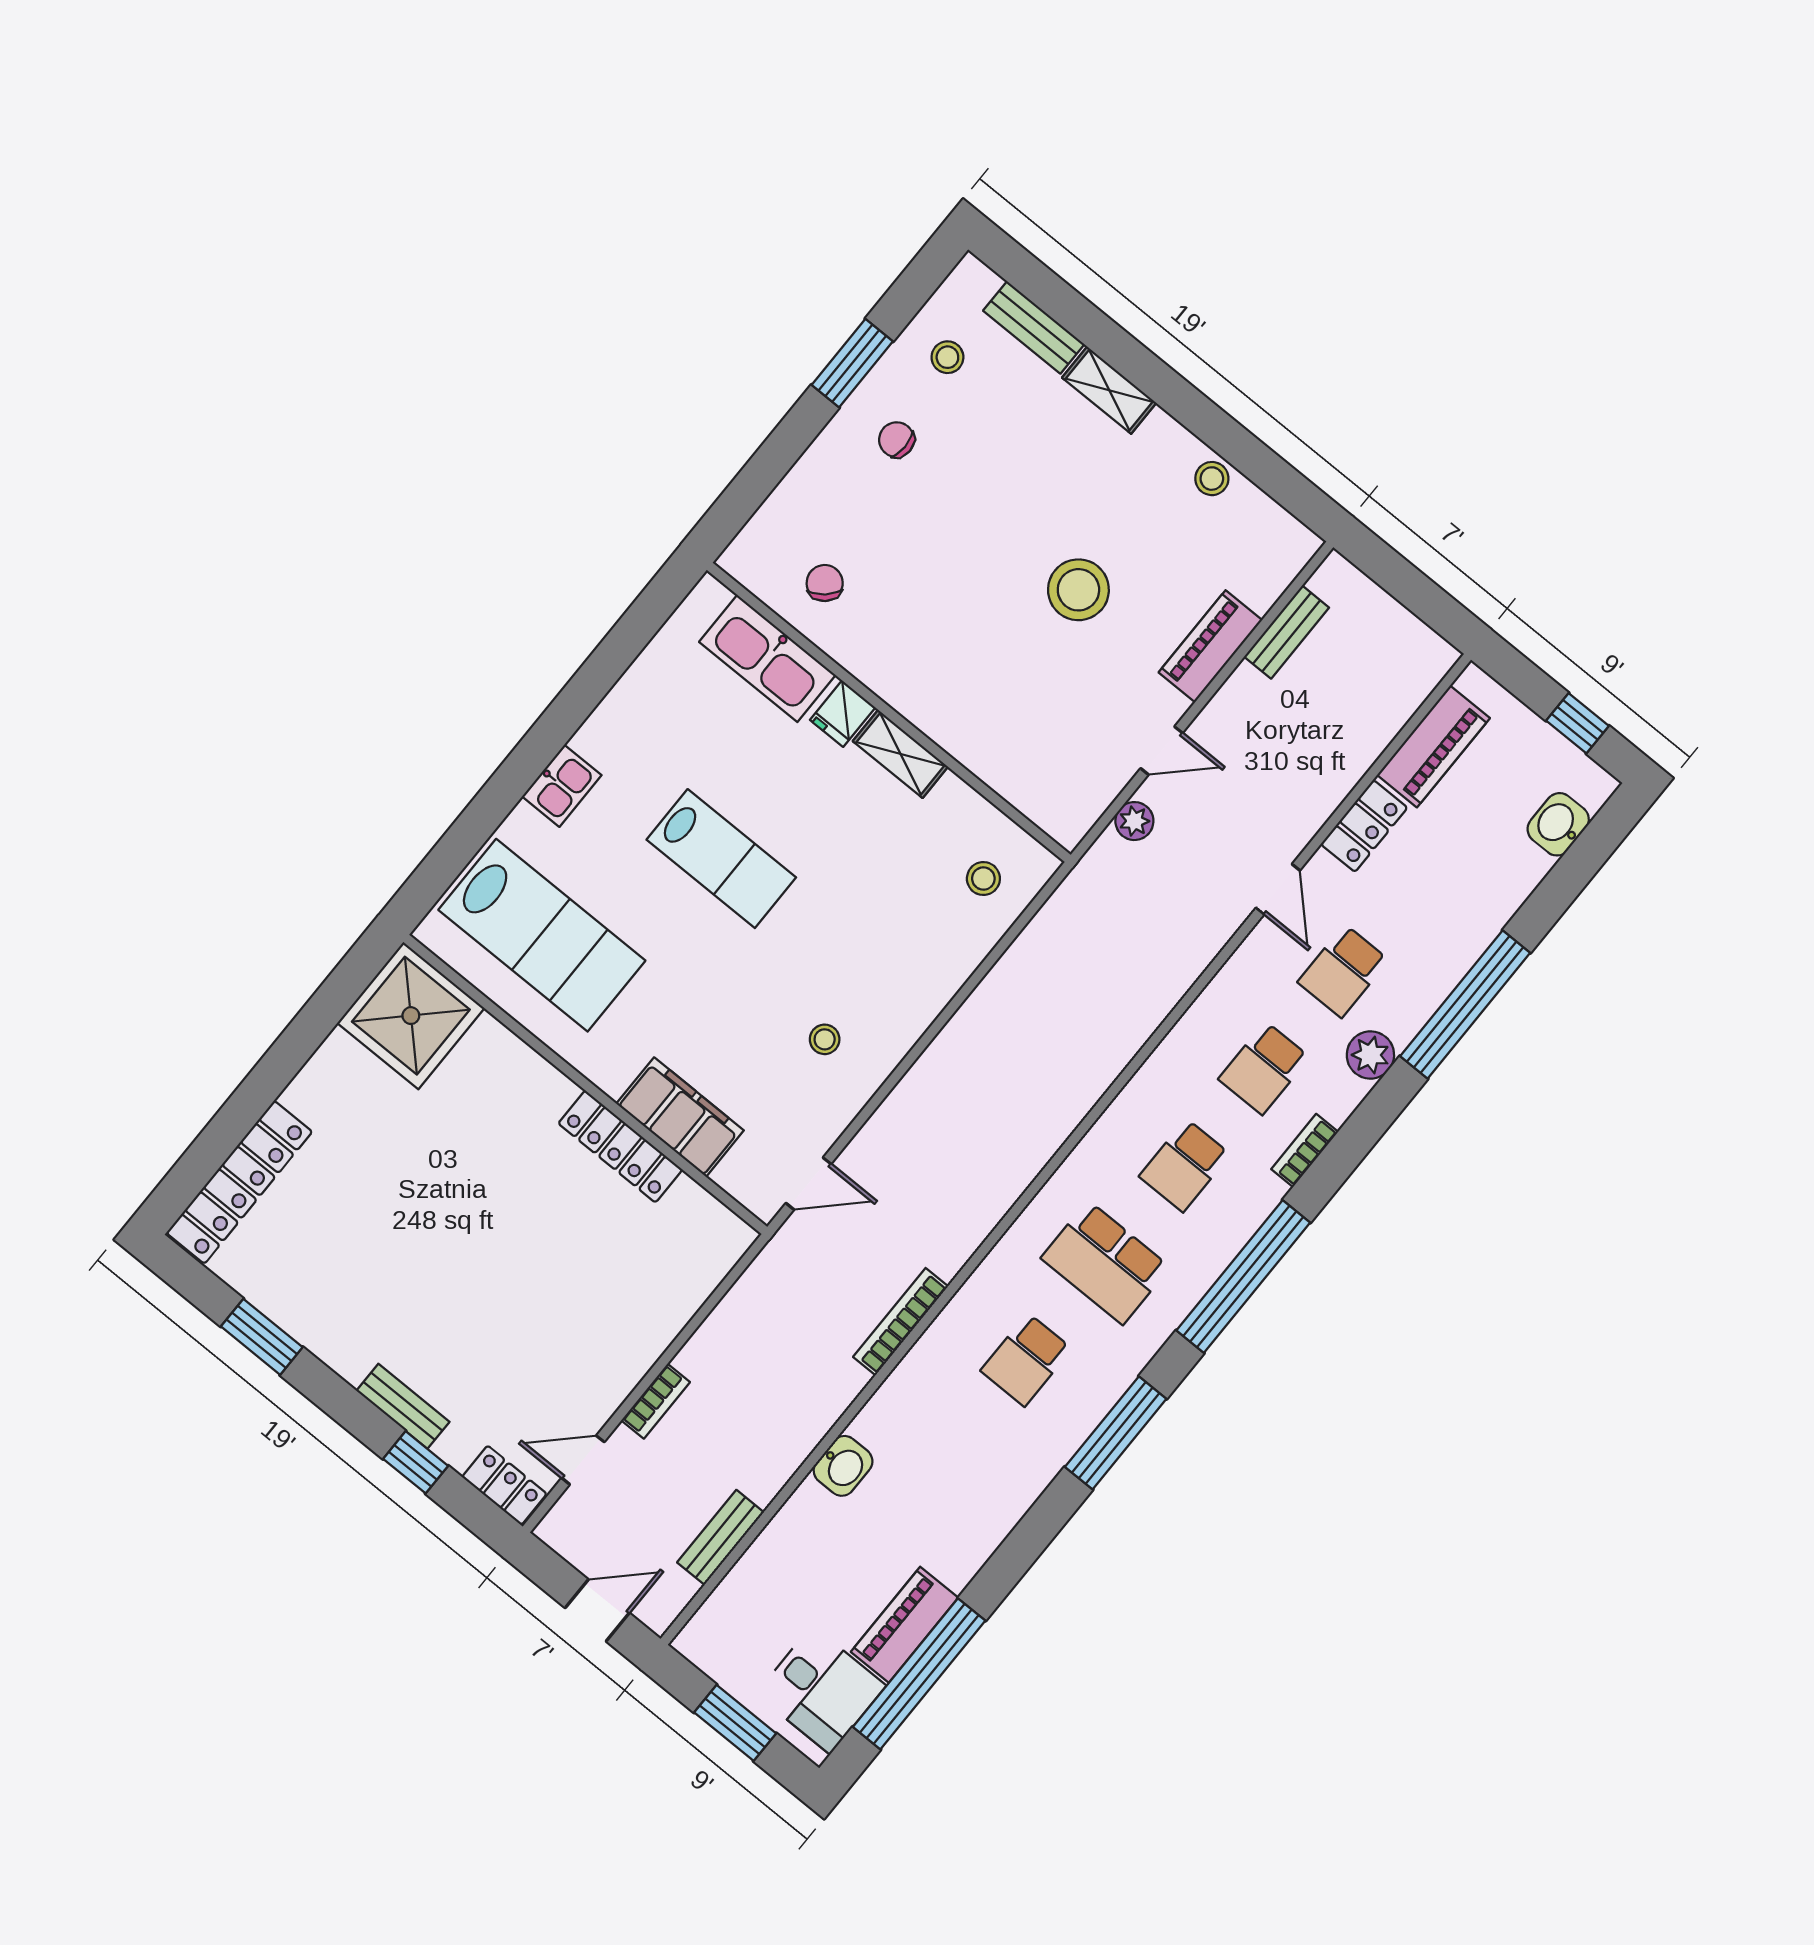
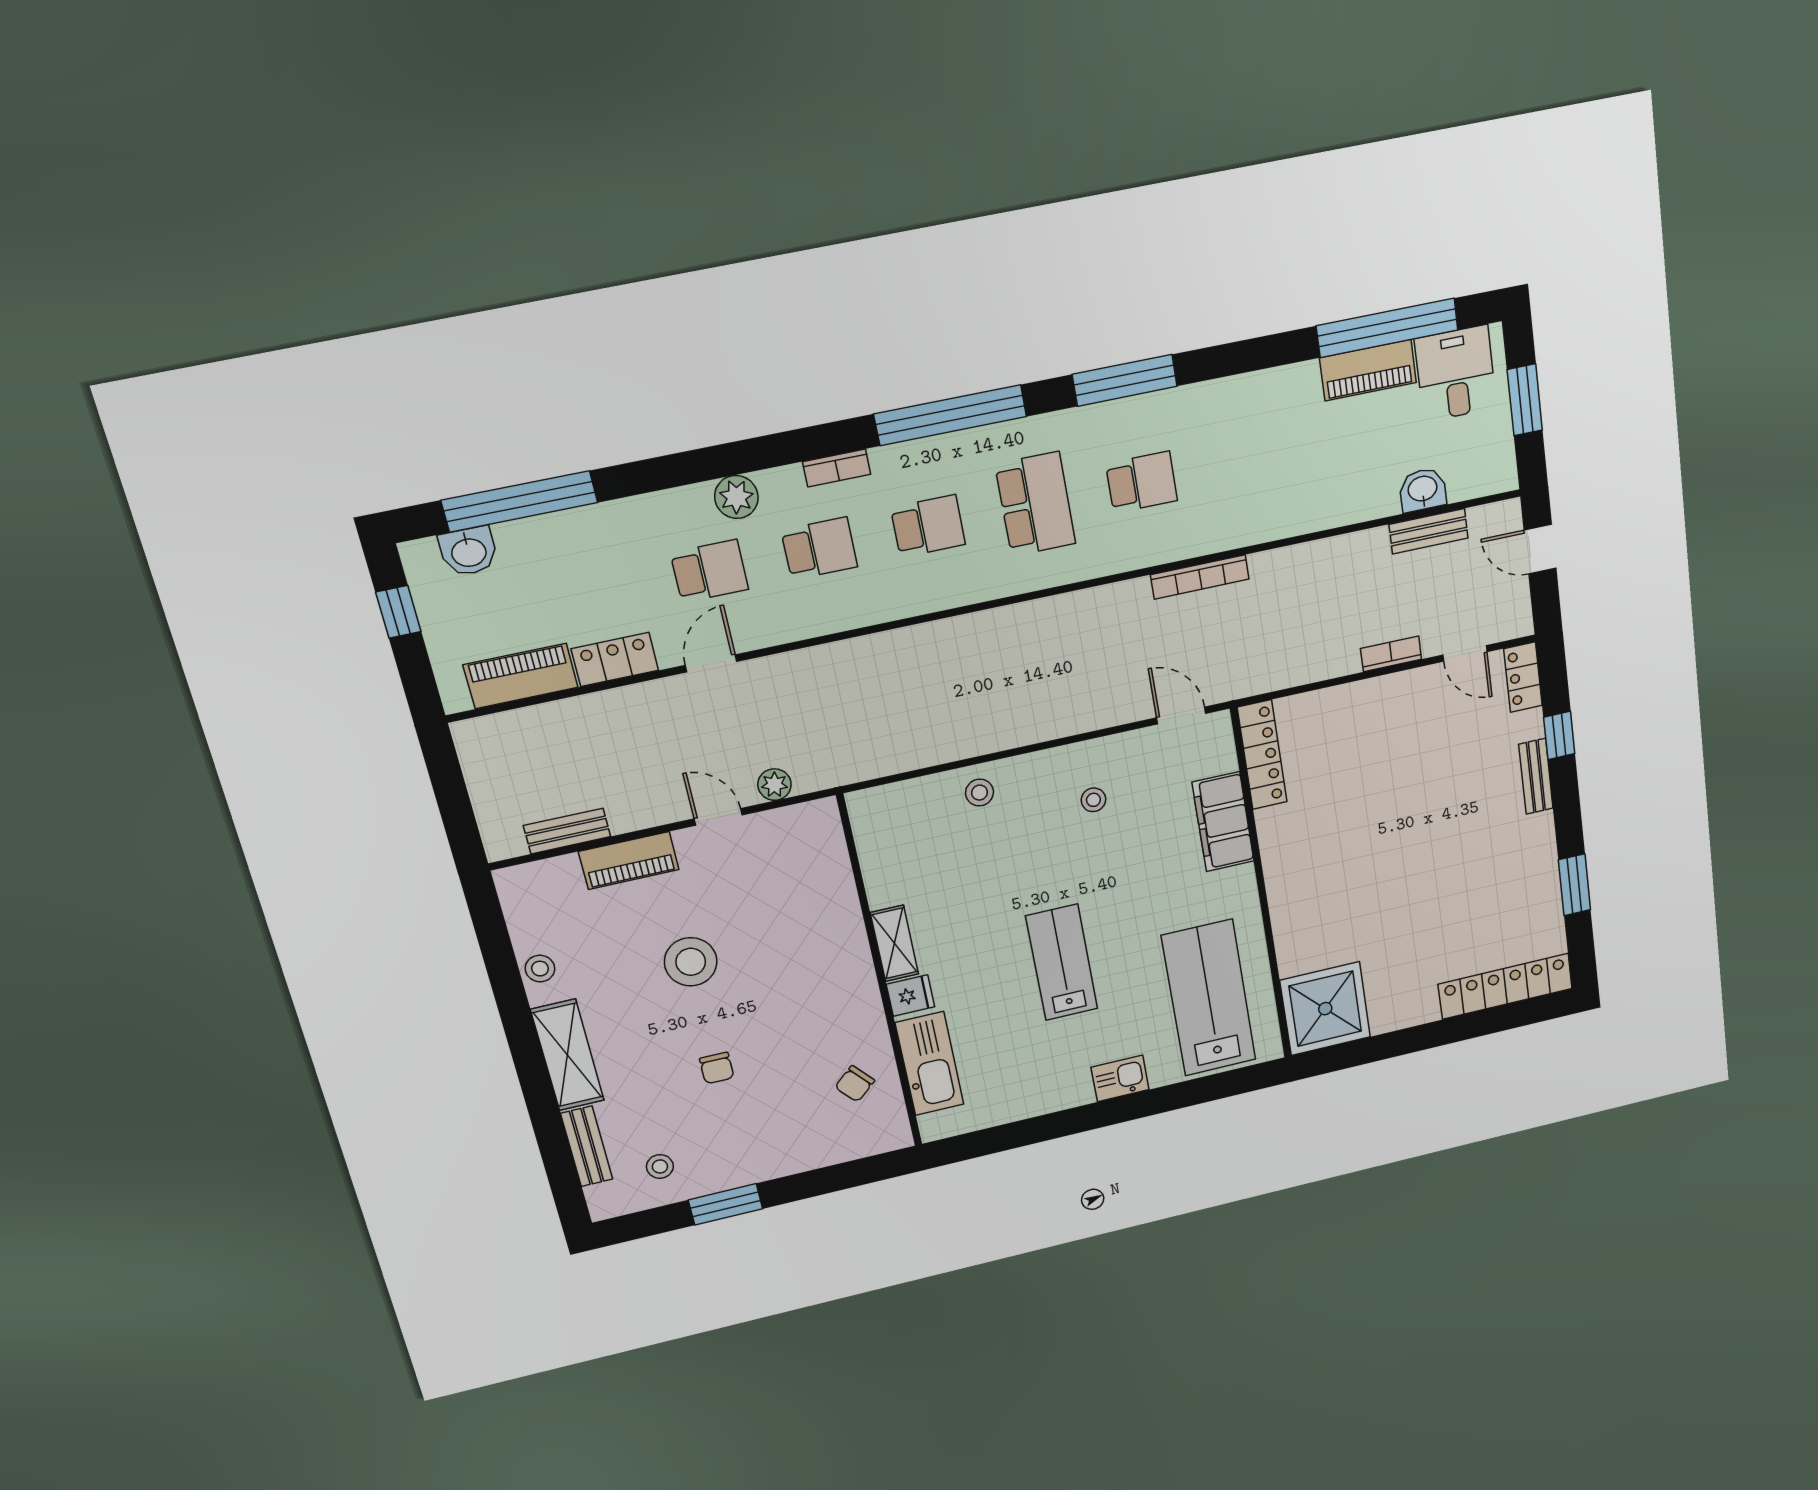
shelving: (1109, 390) -> (567, 1055), width x1.50, depth x1.33
chair: (897, 440) -> (717, 1068), moved
stool: (983, 879) -> (979, 793), moved
window: (1465, 1004) -> (520, 501), moved
locker: (620, 1146) -> (1262, 755), moved
washbasin: (843, 1466) -> (1423, 490), moved

